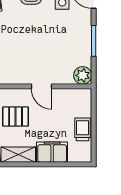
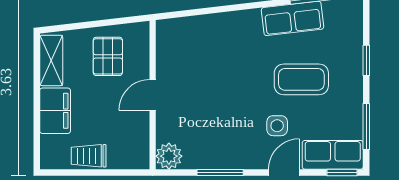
trolley: (82, 129) -> (89, 156), turned 180

